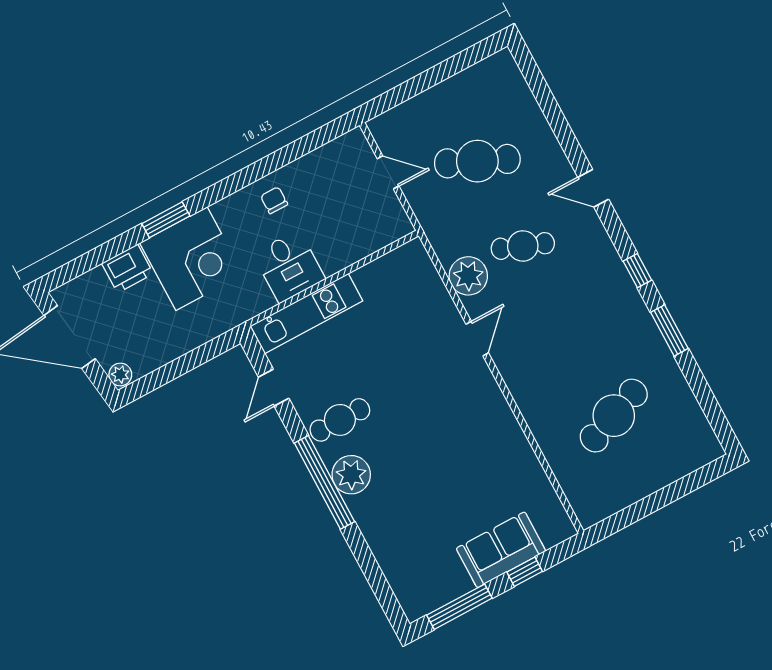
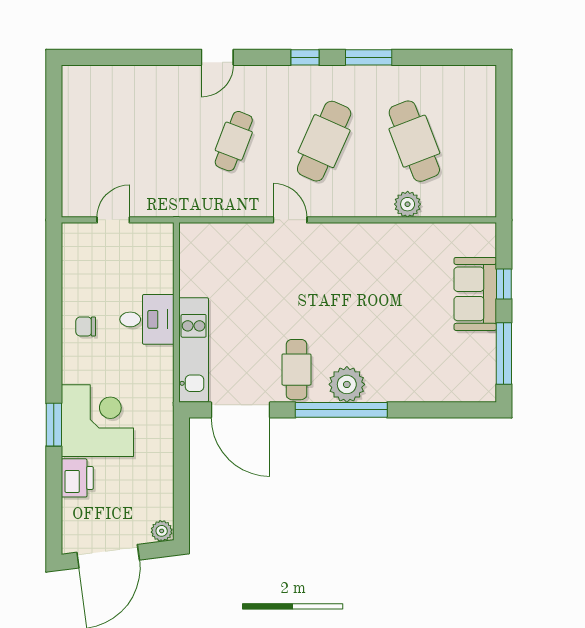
cafe table: (477, 161) -> (324, 141), moved
desk: (289, 266) -> (147, 319), moved
plant: (468, 276) -> (408, 204), moved, width x0.73, depth x0.73
door: (274, 388) -> (241, 410), width x1.88

